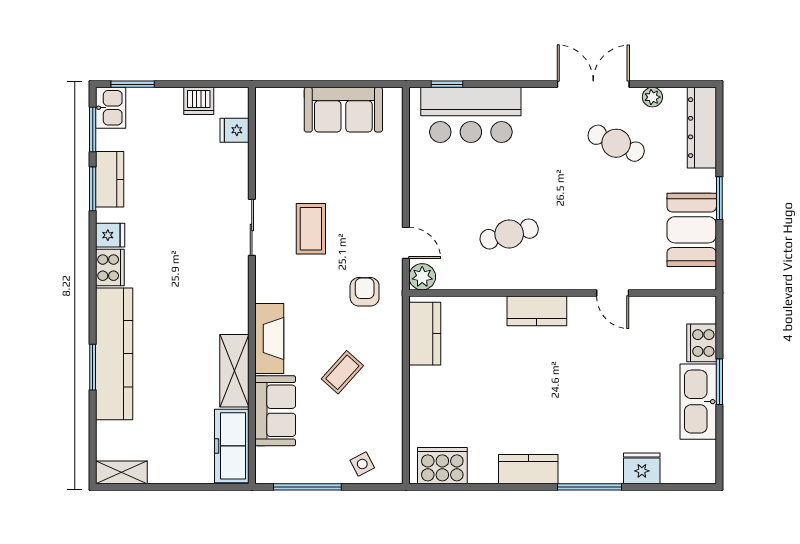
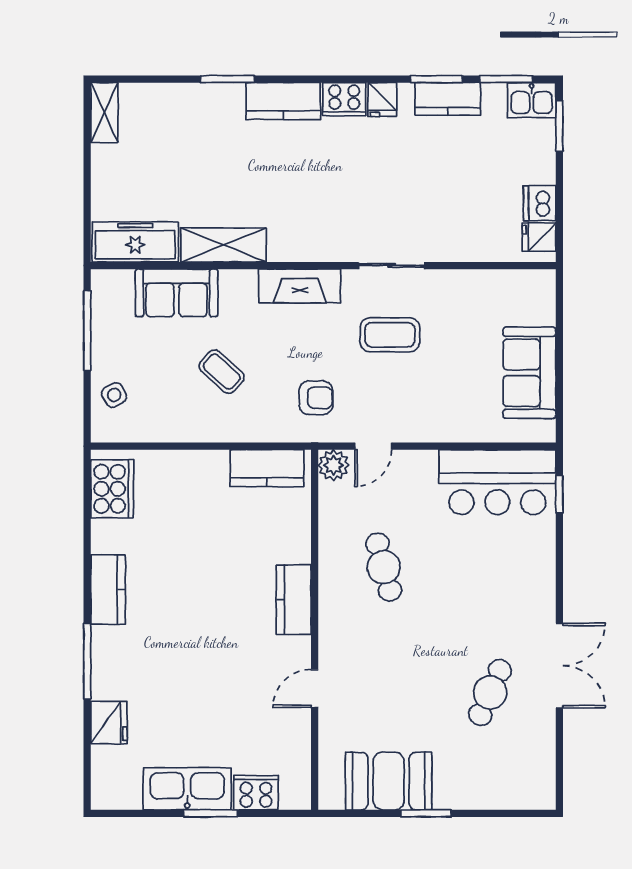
plant: (652, 97) -> (544, 735), removed
bar counter: (471, 115) -> (497, 482), moved, turned -90
dresser: (702, 128) -> (508, 793), removed
fridge: (234, 130) -> (539, 237), moved, turned -90
fireplace: (269, 339) -> (300, 286), moved
kitchen counter: (114, 354) -> (283, 101), width x0.48, depth x0.86

